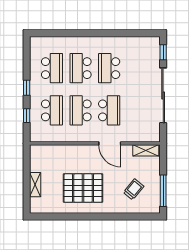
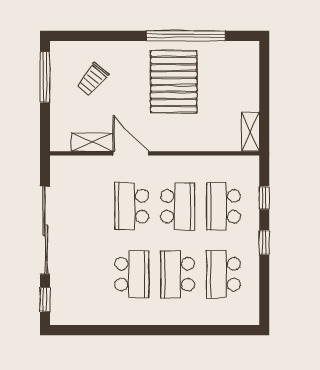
school desk: (81, 68) -> (178, 274), turned 180
shelving: (146, 150) -> (92, 142), moved
shelving: (35, 185) -> (250, 132), moved
pallet: (83, 188) -> (174, 82), turned 90
window: (76, 216) -> (186, 36), added

